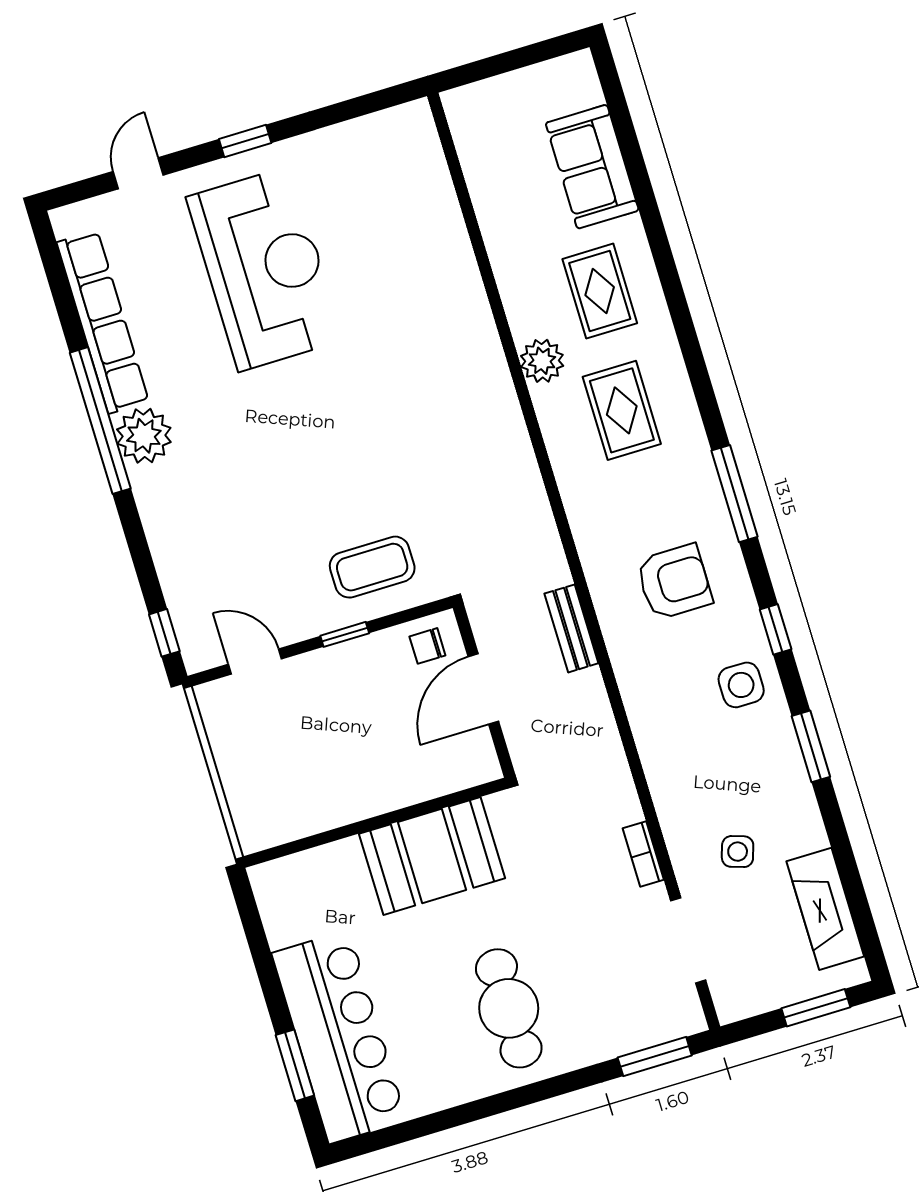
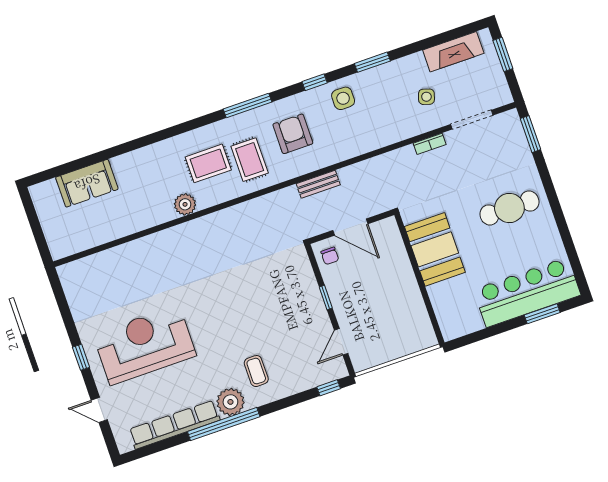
rug: (600, 291) -> (250, 160), moved, turned 90
coffee table: (372, 567) -> (256, 371), moved, width x0.73, depth x0.77

